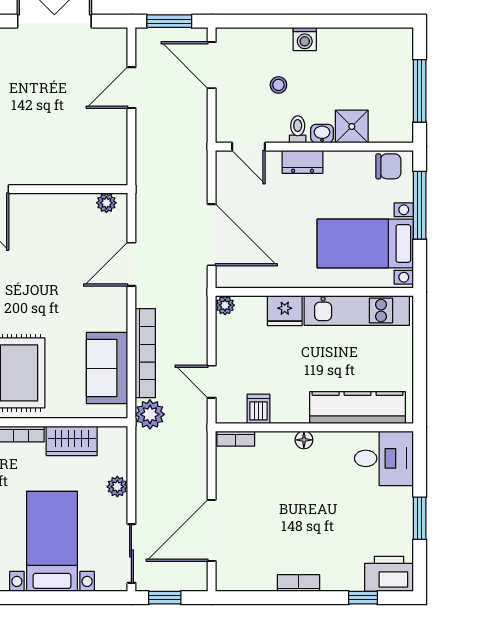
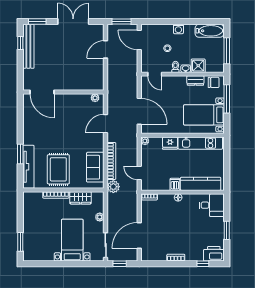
bathtub: (378, 43) -> (209, 31), added
dresser: (303, 162) -> (195, 81), moved
dishwasher: (258, 409) -> (175, 184), moved

